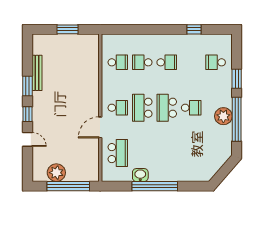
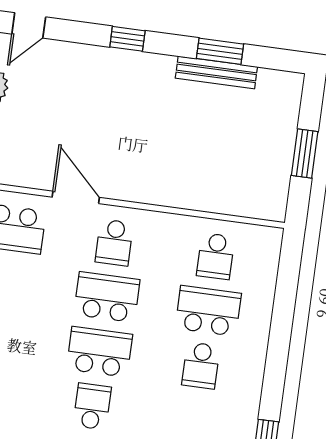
school desk: (142, 62) -> (208, 311), width x1.85
window: (27, 86) -> (220, 51), moved
school desk: (191, 108) -> (92, 406), turned 180
door: (27, 139) -> (29, 25), moved

